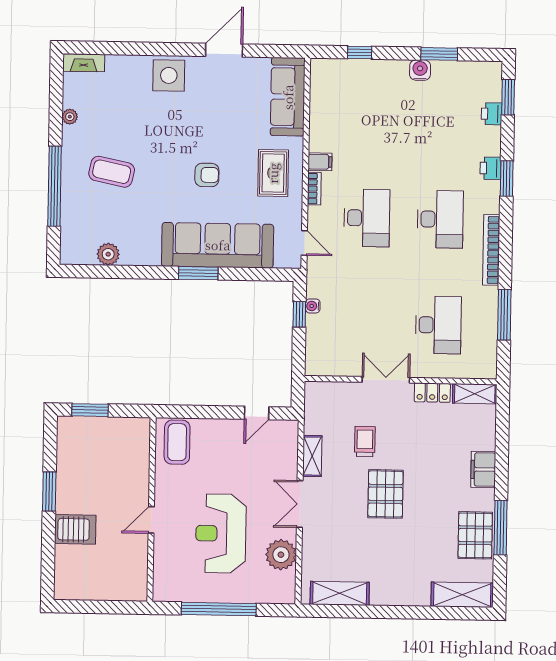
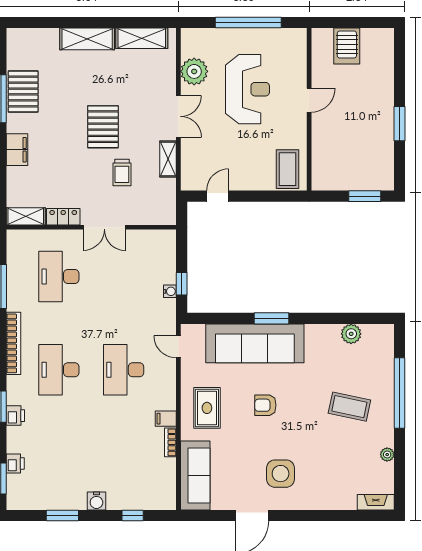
water cooler: (420, 70) -> (96, 501), moved
side table: (169, 75) -> (281, 474), moved
bookcase: (314, 189) -> (170, 442), moved
server rack: (75, 529) -> (347, 46), moved, turned -90
shelving: (462, 595) -> (87, 39), moved

